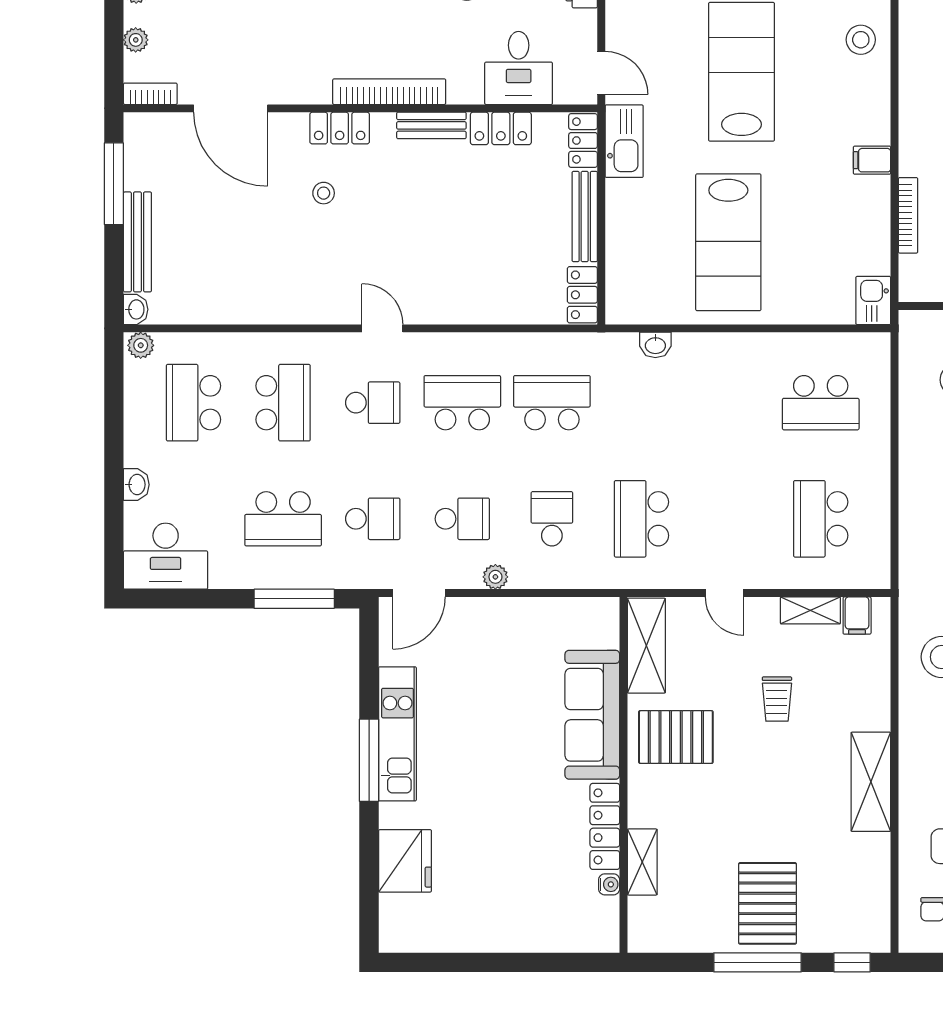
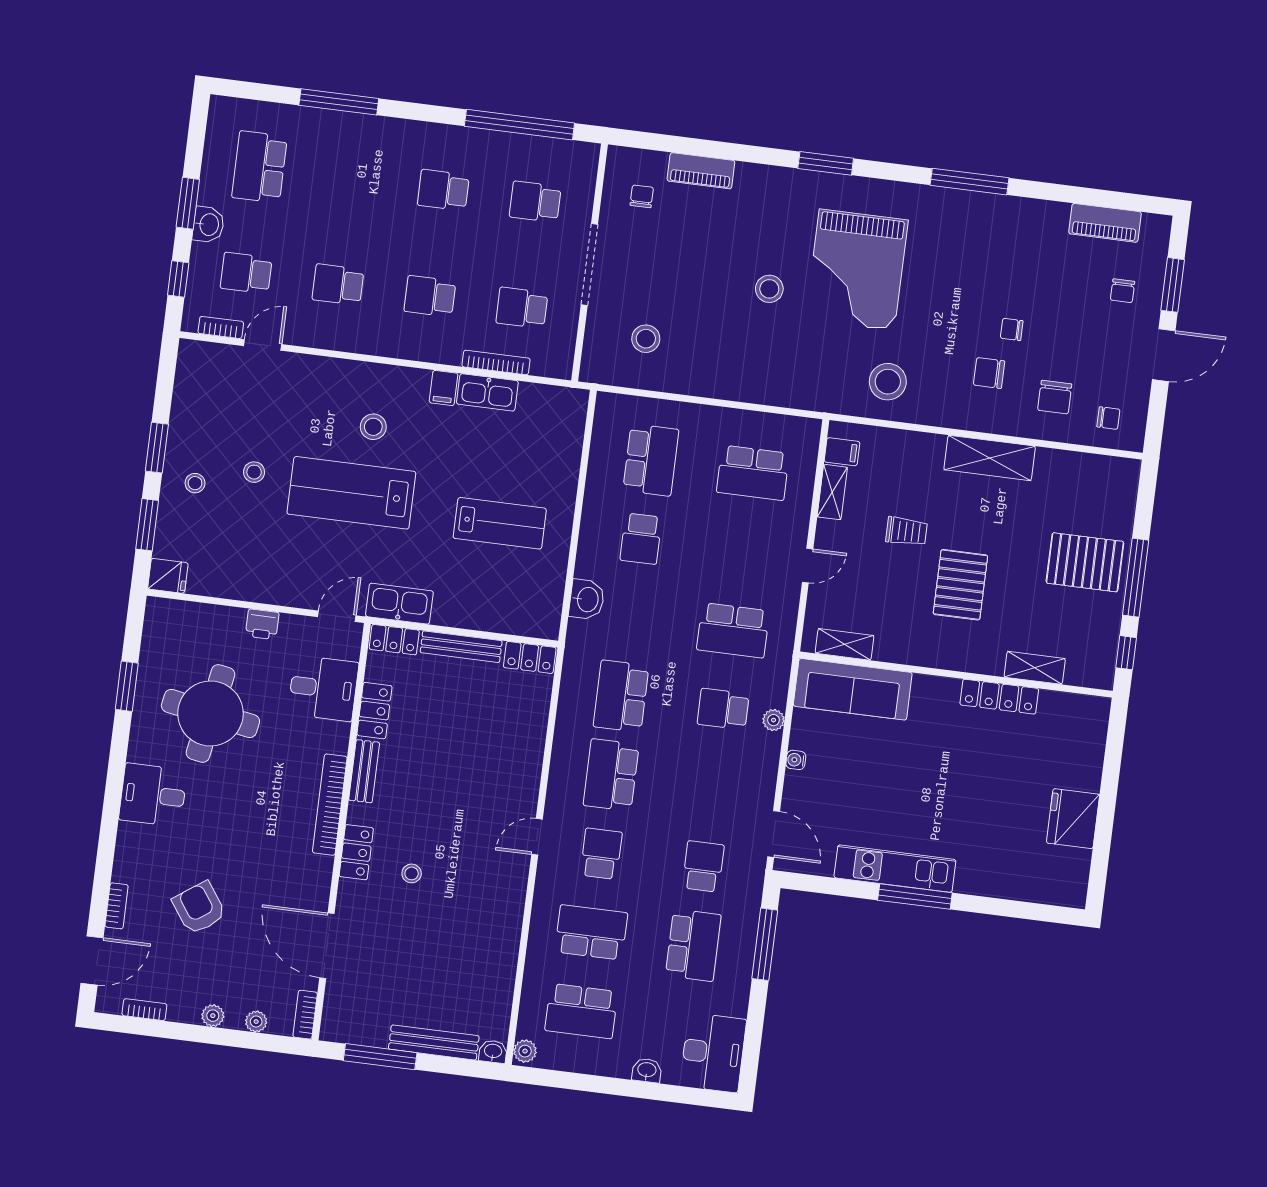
stool: (861, 40) -> (373, 427), moved
door: (231, 108) -> (327, 946), swing flipped
lab bench: (728, 242) -> (500, 523), width x0.73, depth x0.72
kitchen sink: (873, 300) -> (487, 392), moved, width x1.38
washbasin: (655, 345) -> (587, 599), width x1.38, depth x1.45
school desk: (462, 519) -> (641, 539), moved, turned 180
plant: (495, 577) -> (774, 720), moved
shelving: (646, 646) -> (844, 644), width x0.67, depth x0.75
sofa: (592, 715) -> (853, 689), moved
pallet: (676, 737) -> (960, 585), moved
fridge: (405, 861) -> (1073, 819), moved, turned -90
water cooler: (609, 884) -> (796, 760), moved, turned -90
window: (852, 962) -> (1126, 653), moved

